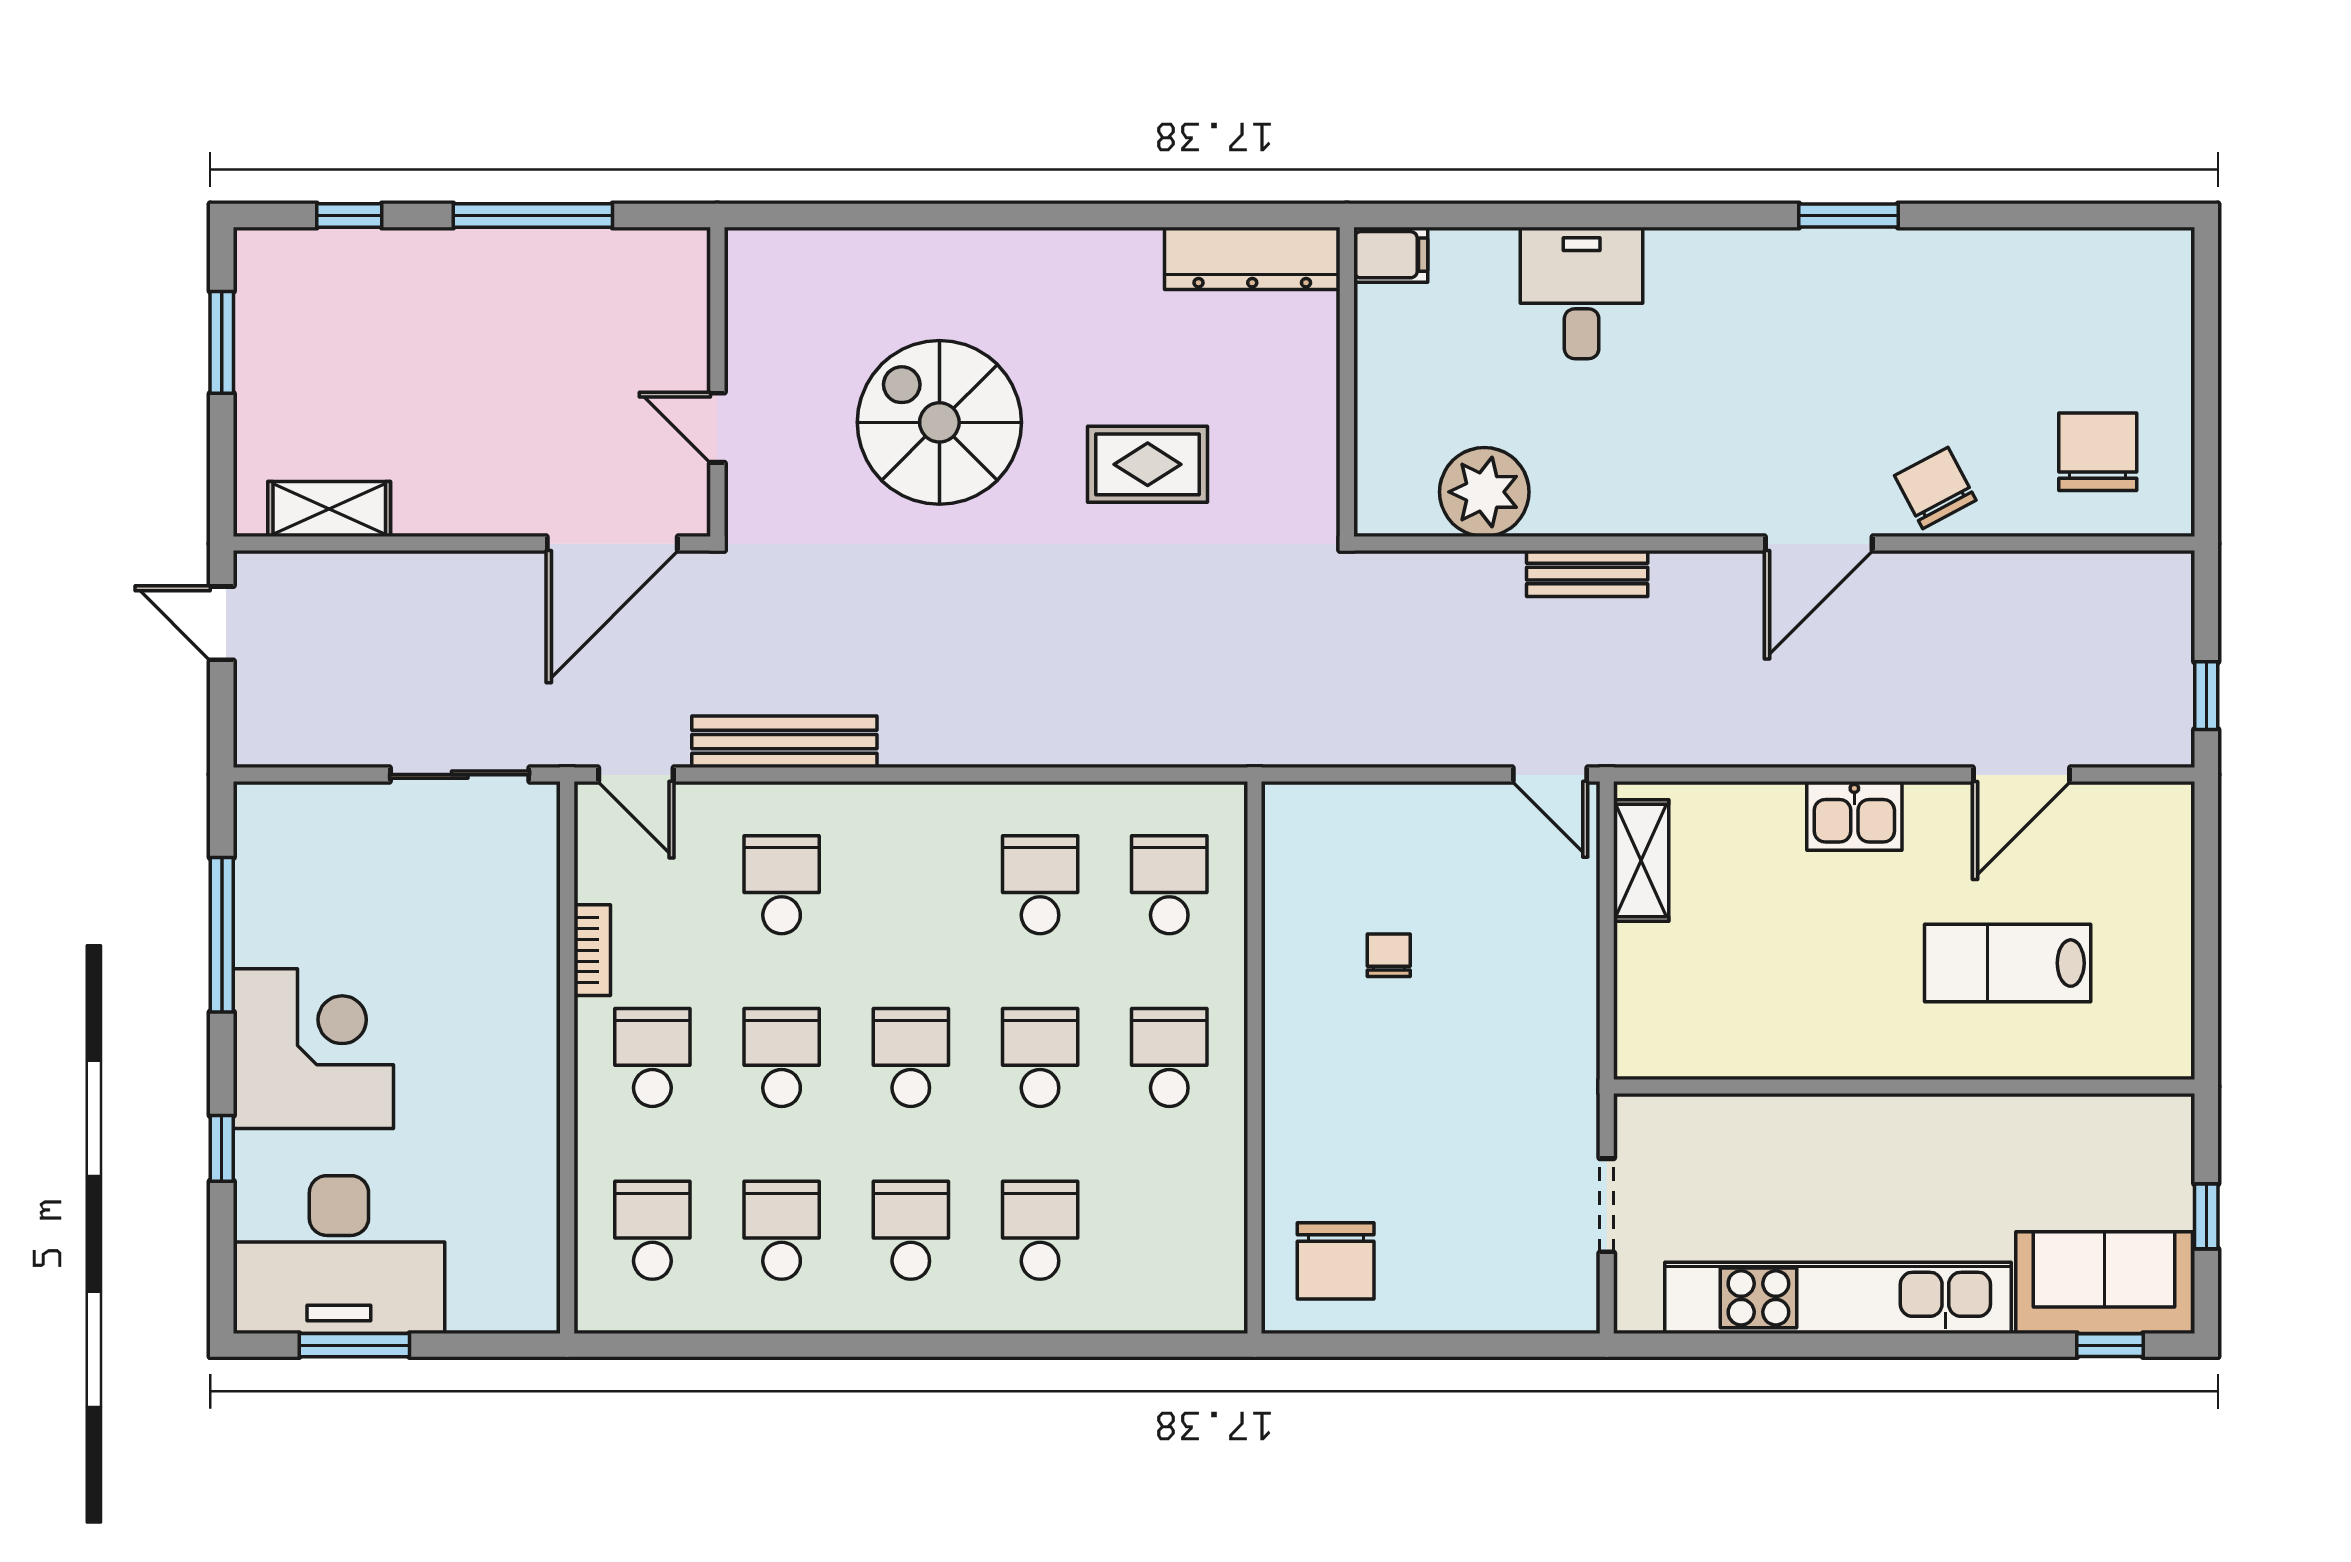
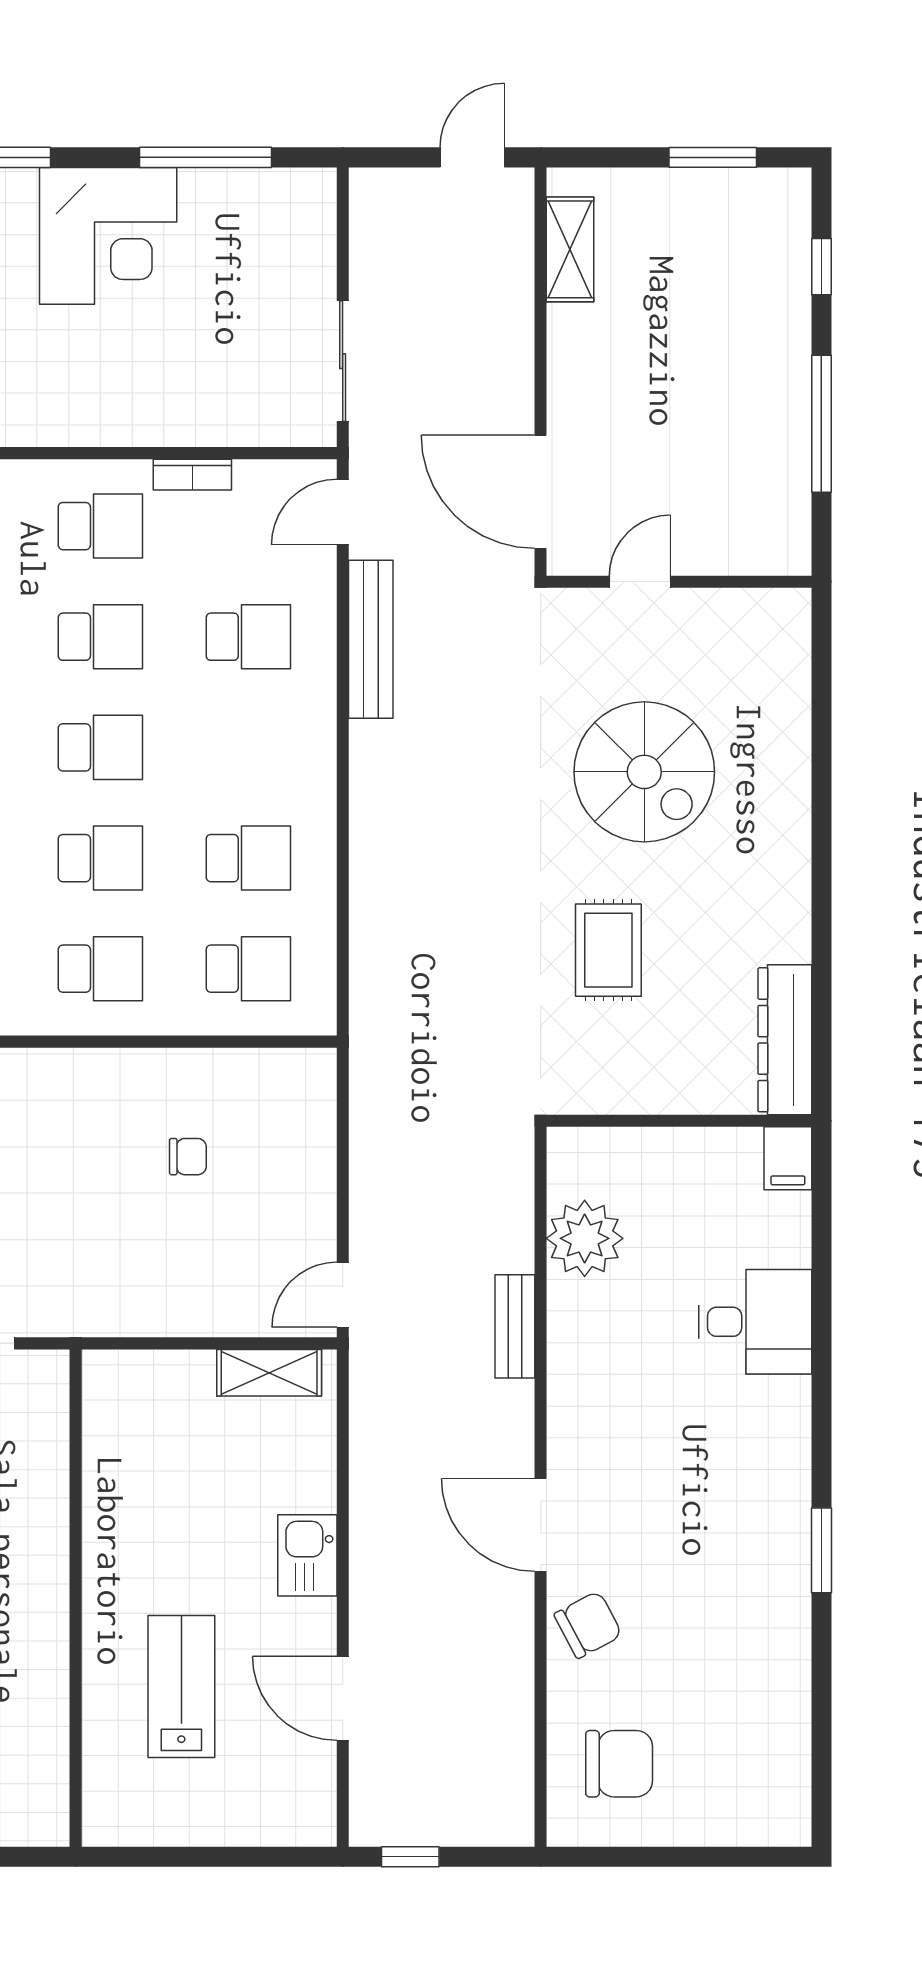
spiral stairs: (939, 422) -> (644, 772), turned 90

